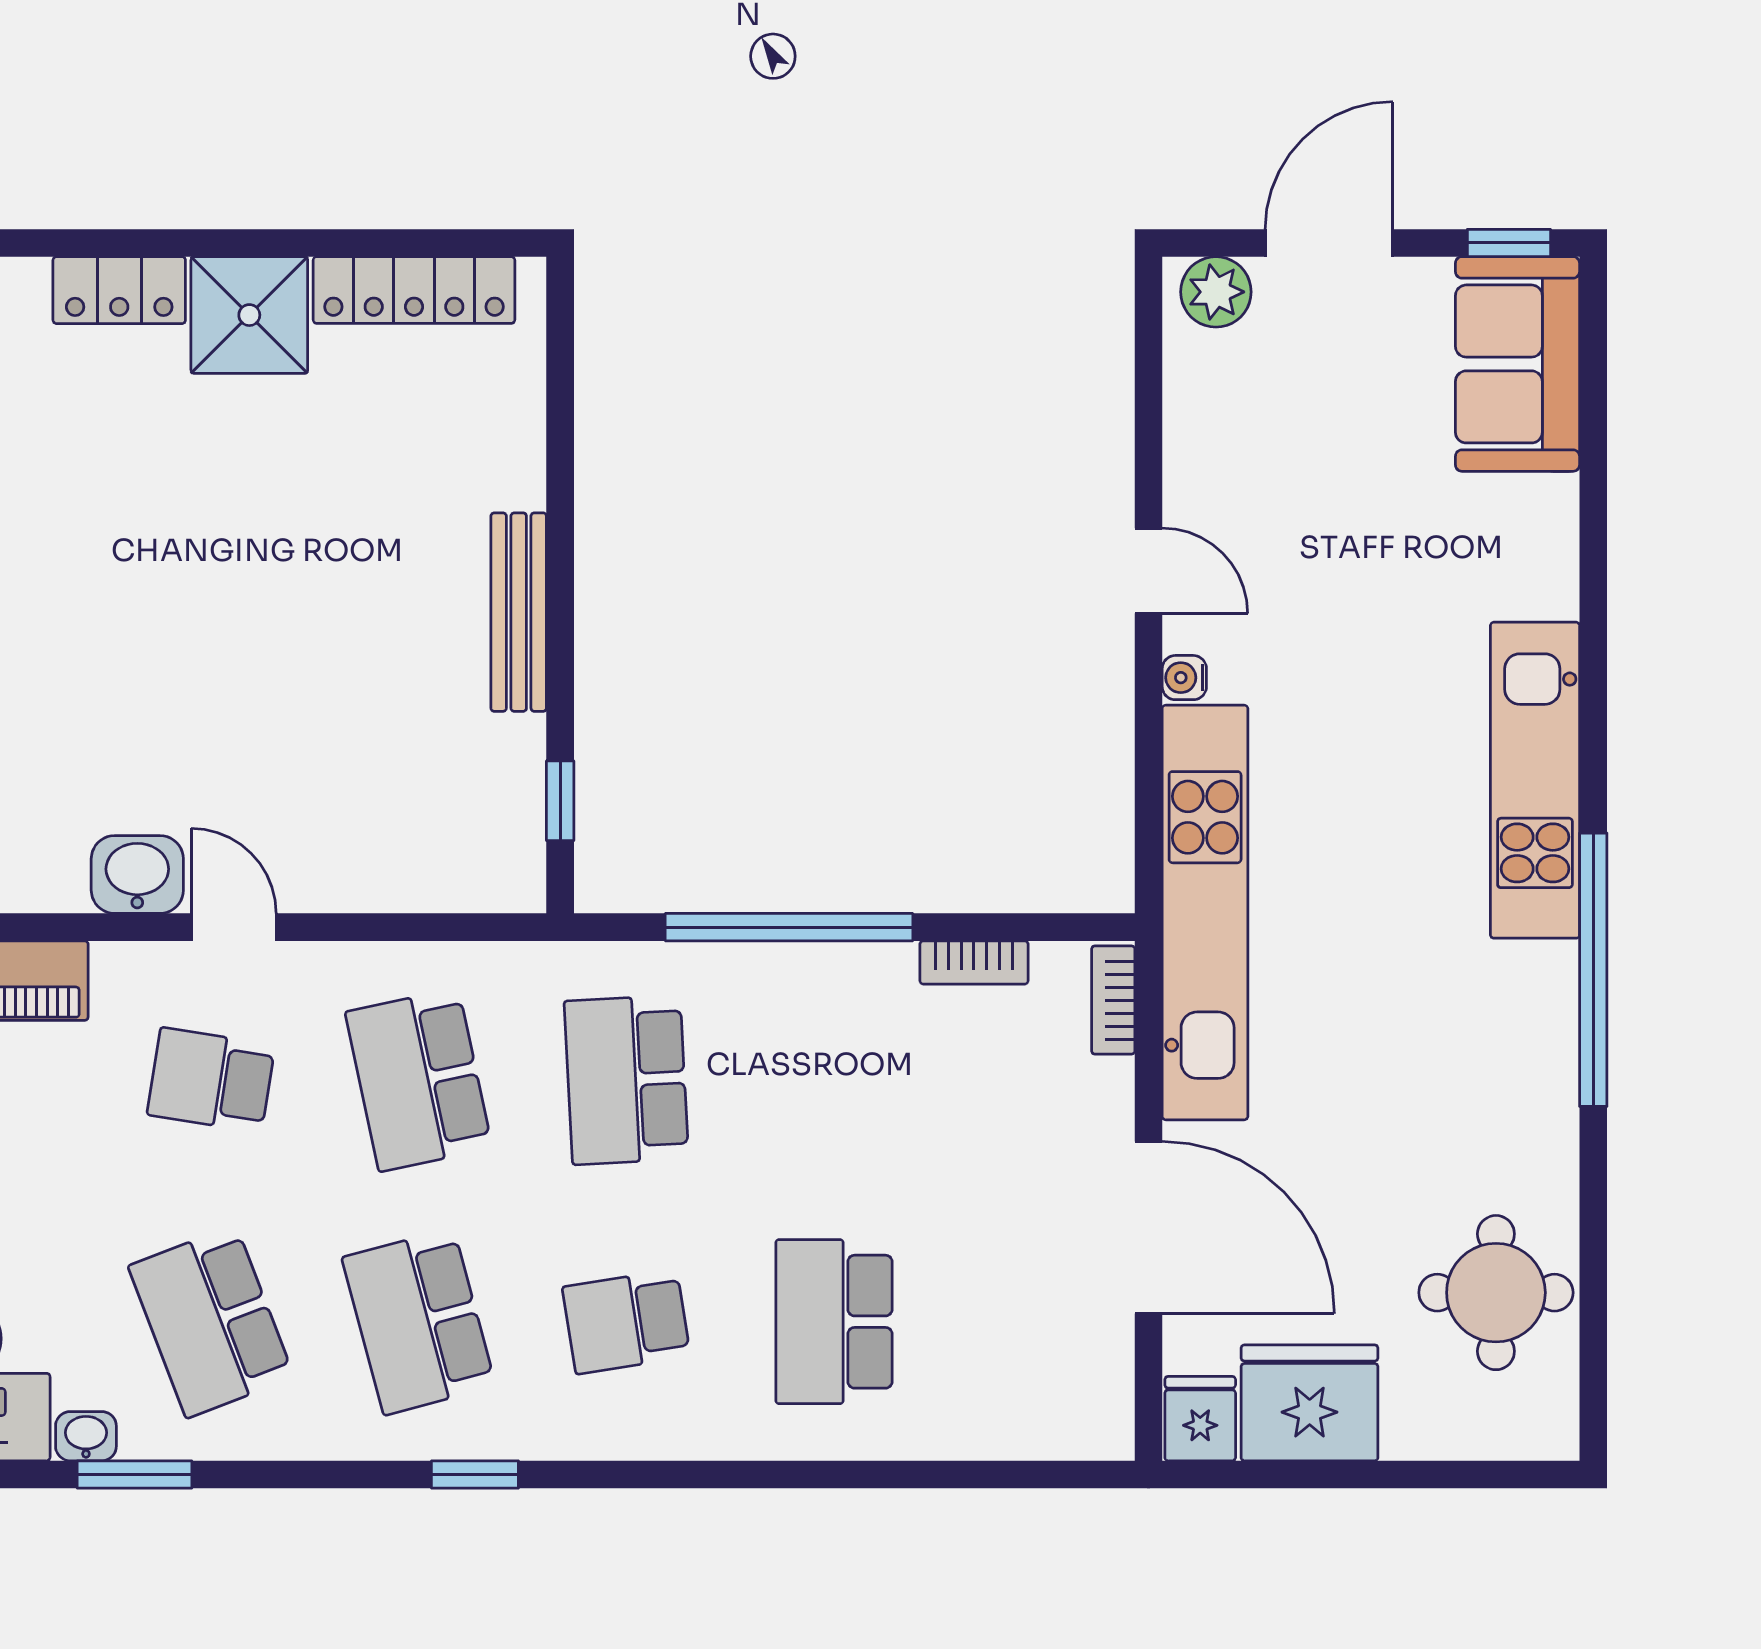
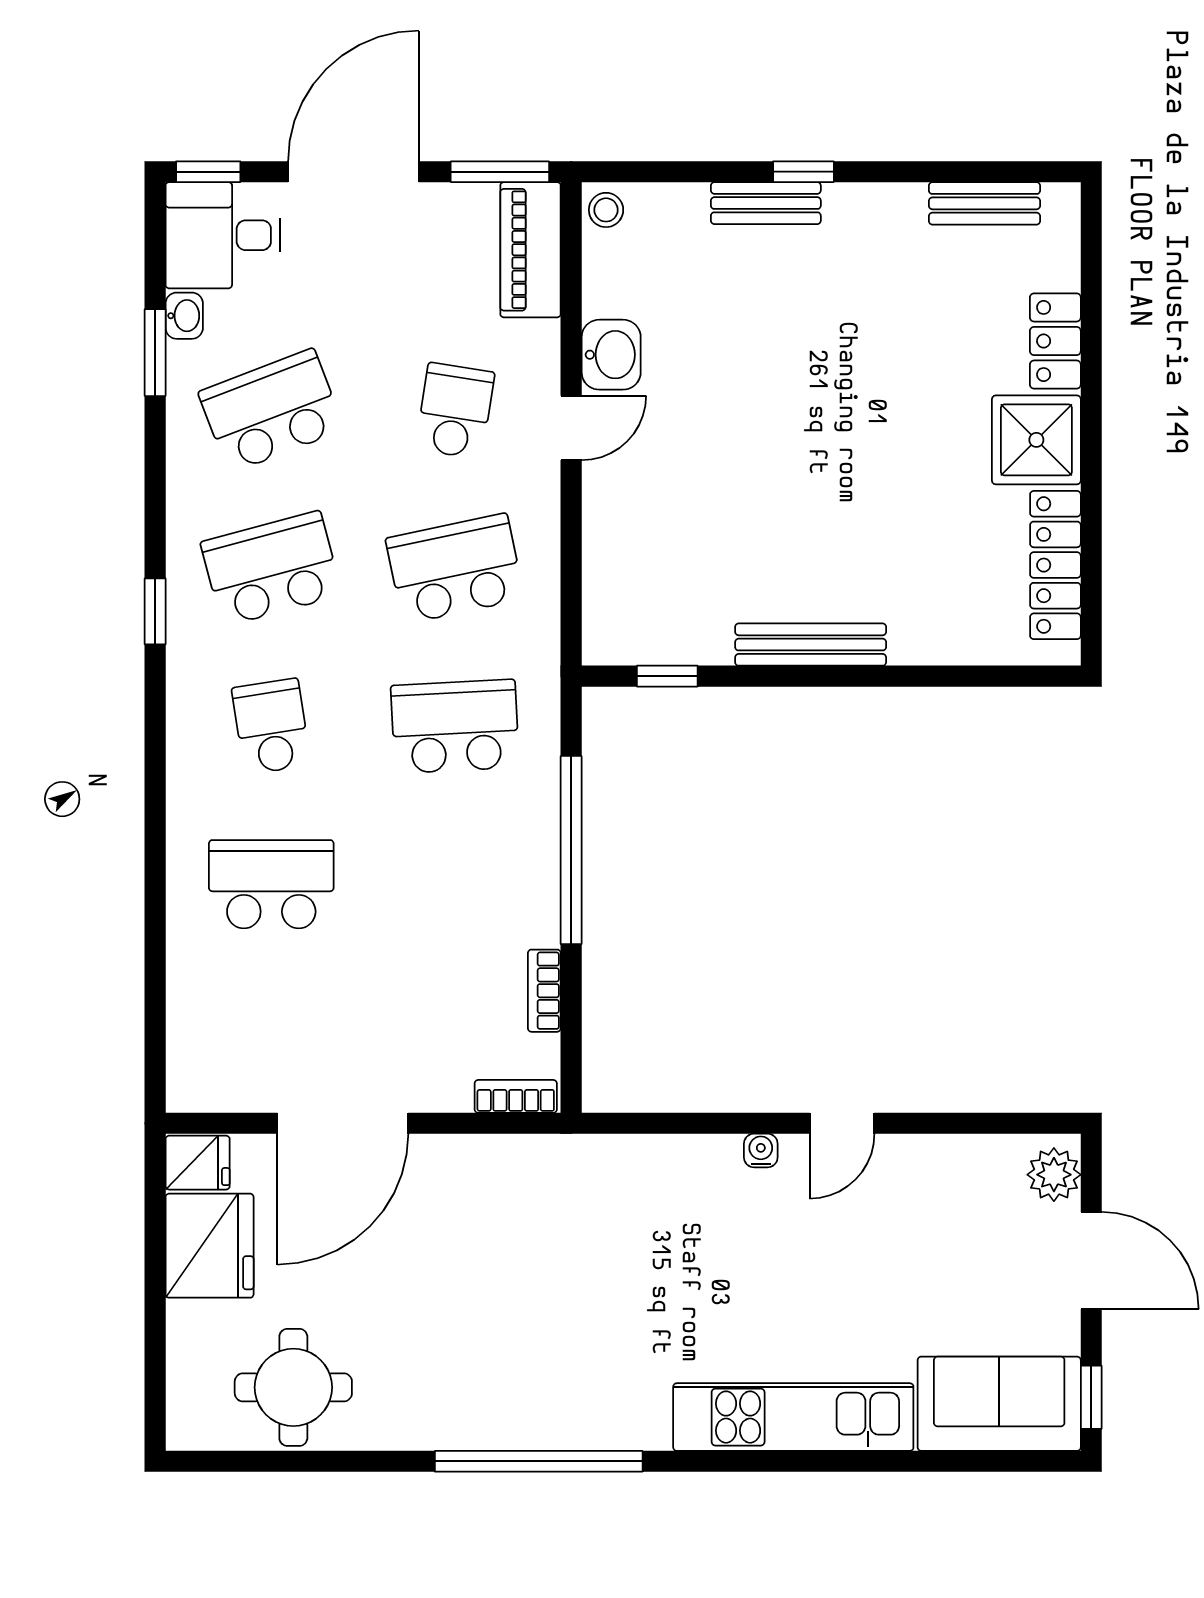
kitchen unit: (1535, 780) -> (793, 1417), moved
kitchen unit: (1205, 912) -> (582, 1166), removed

